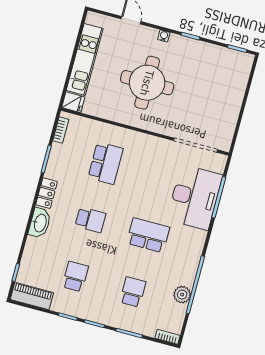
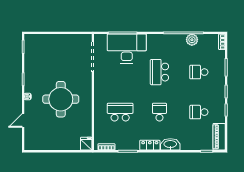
kitchen unit: (85, 59) -> (57, 144), removed

